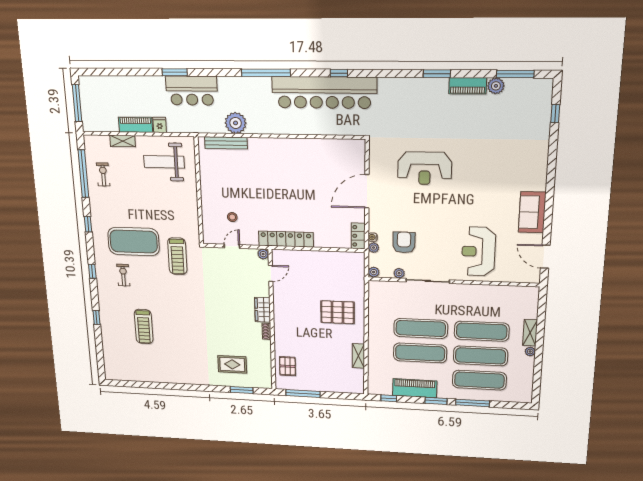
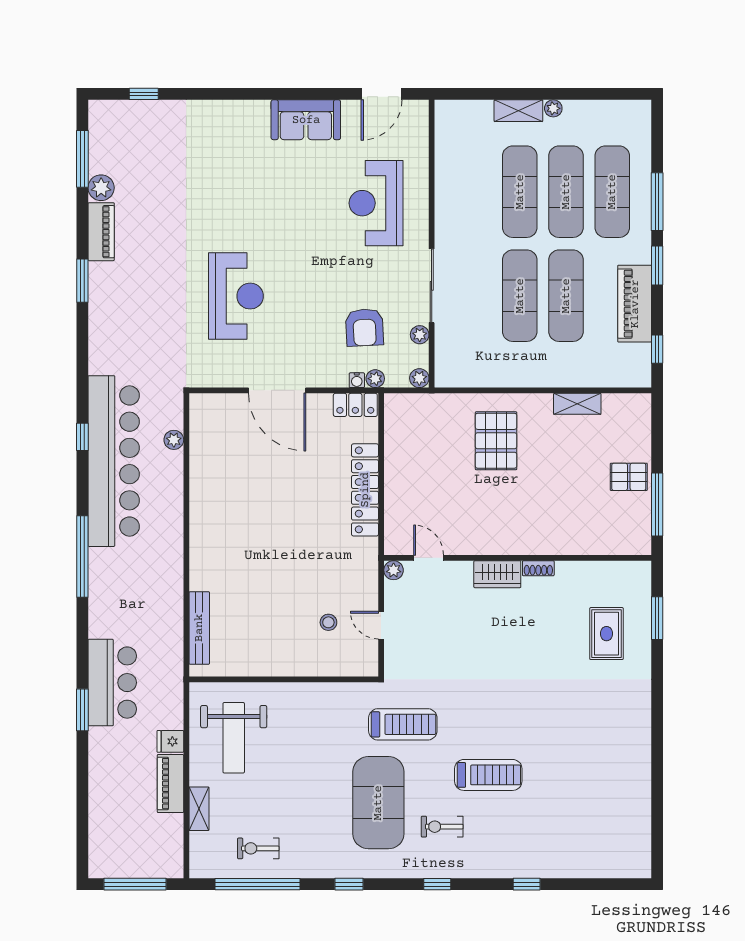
plant: (236, 123) -> (174, 440), moved, width x0.53, depth x0.53
locker: (286, 239) -> (365, 490), moved
armchair: (404, 242) -> (364, 327), turned -93
reception desk: (478, 251) -> (376, 203), turned 90
treadmill: (144, 327) -> (488, 775), moved
pallet: (288, 366) -> (629, 477), moved

